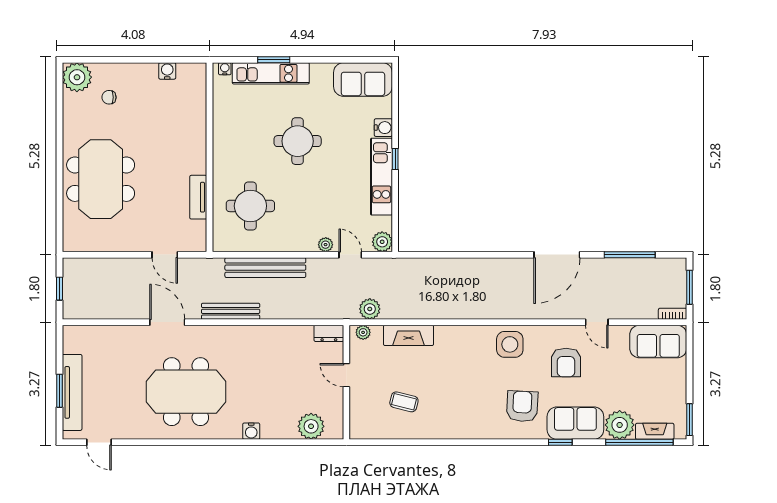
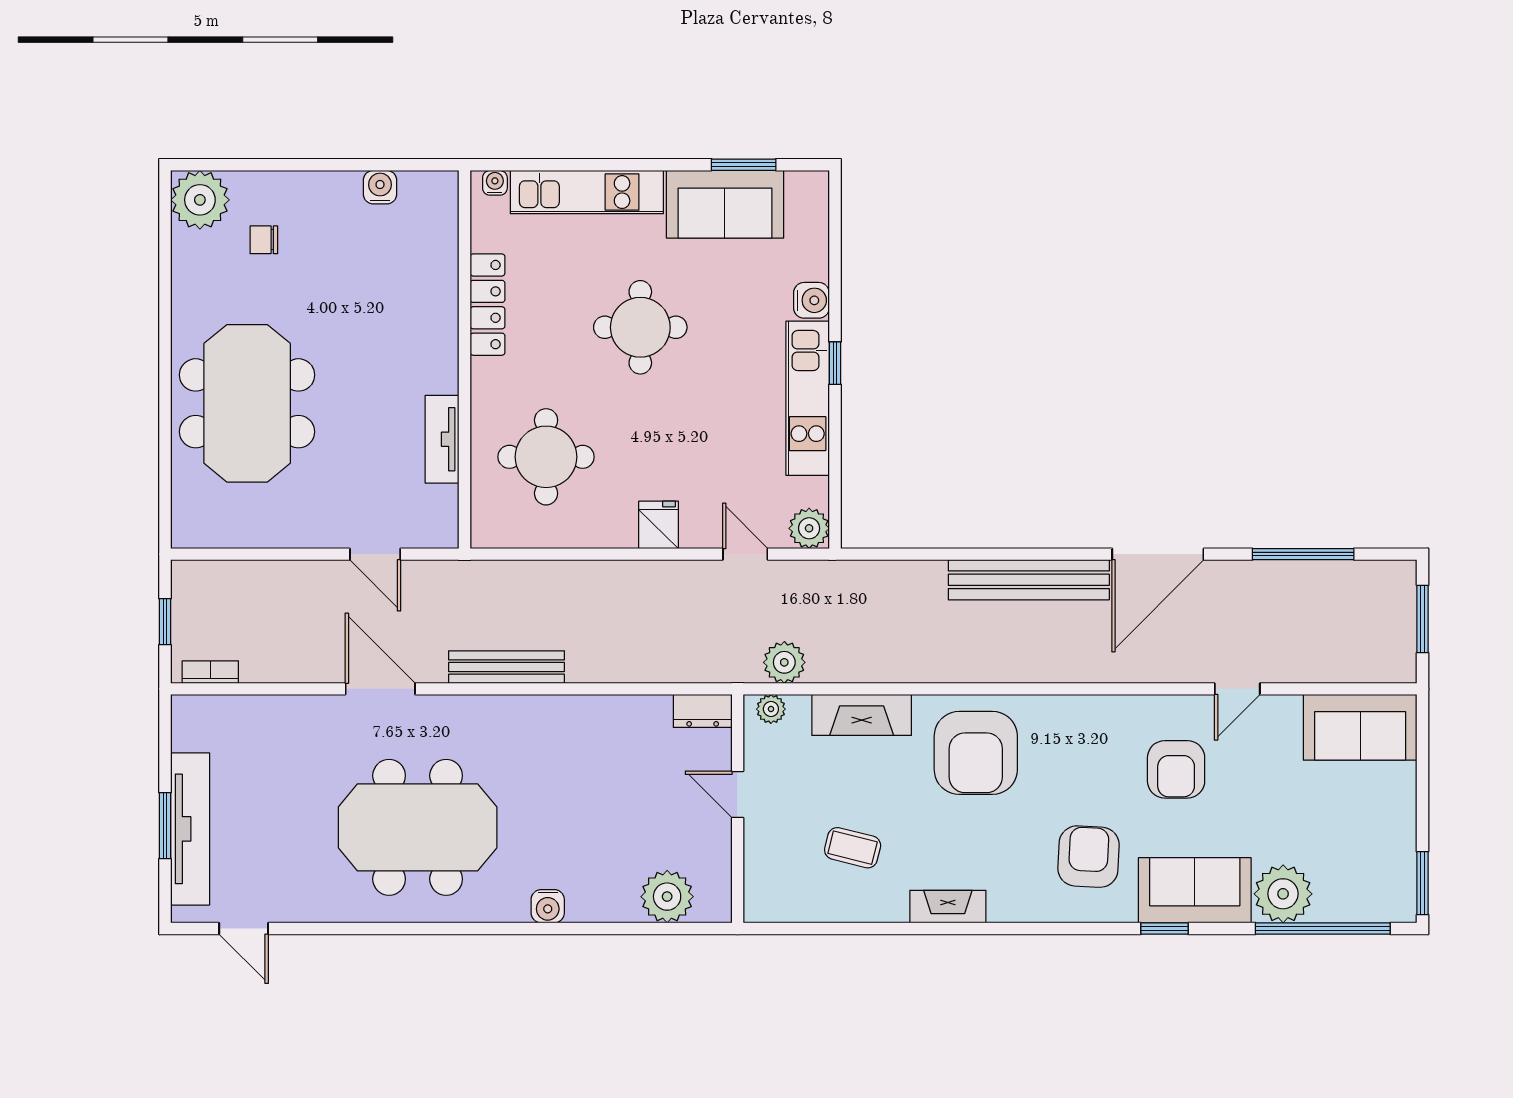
window: (274, 60) -> (744, 165), moved
sofa: (363, 80) -> (725, 204), moved
locker: (221, 130) -> (487, 305), added
fridge: (307, 240) -> (659, 525), added
plant: (326, 245) -> (696, 534), removed
bench: (265, 268) -> (1029, 580), moved
bookcase: (673, 314) -> (210, 672), moved
door: (597, 322) -> (1237, 689), hinge flipped
side table: (510, 344) -> (1064, 733), removed
armchair: (466, 354) -> (976, 753), added
fireplace: (655, 431) -> (948, 907), moved

